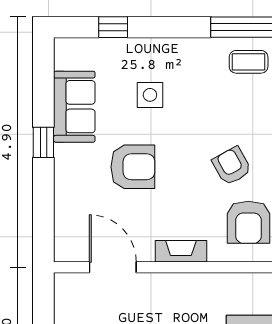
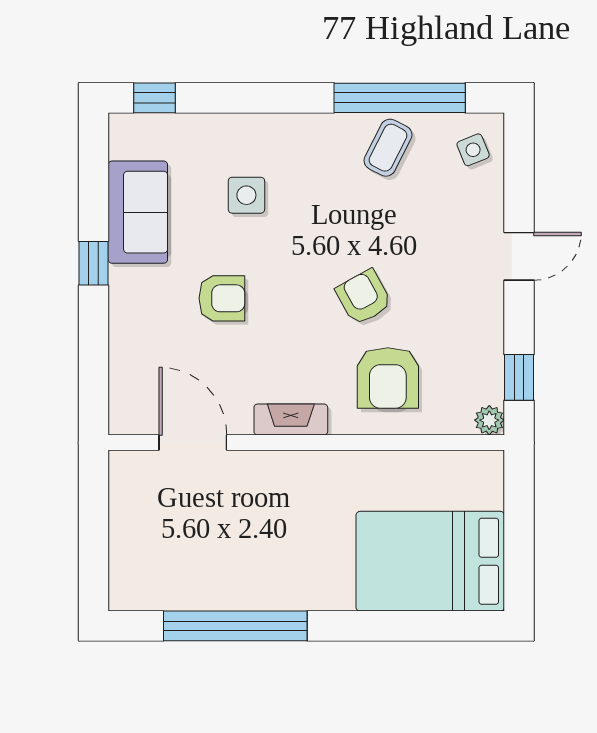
window: (113, 27) -> (154, 98), moved
coffee table: (249, 62) -> (388, 148), turned -63
armchair: (133, 167) -> (222, 298), width x0.72, depth x0.72

